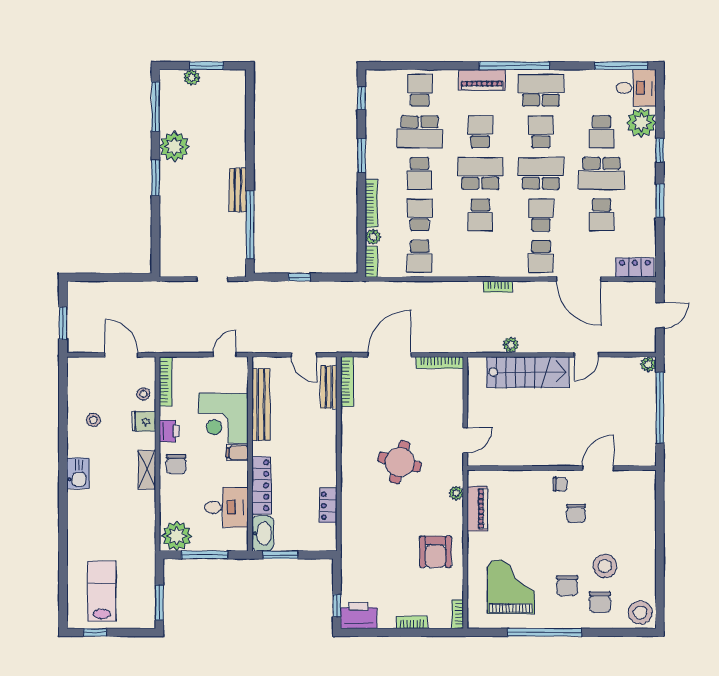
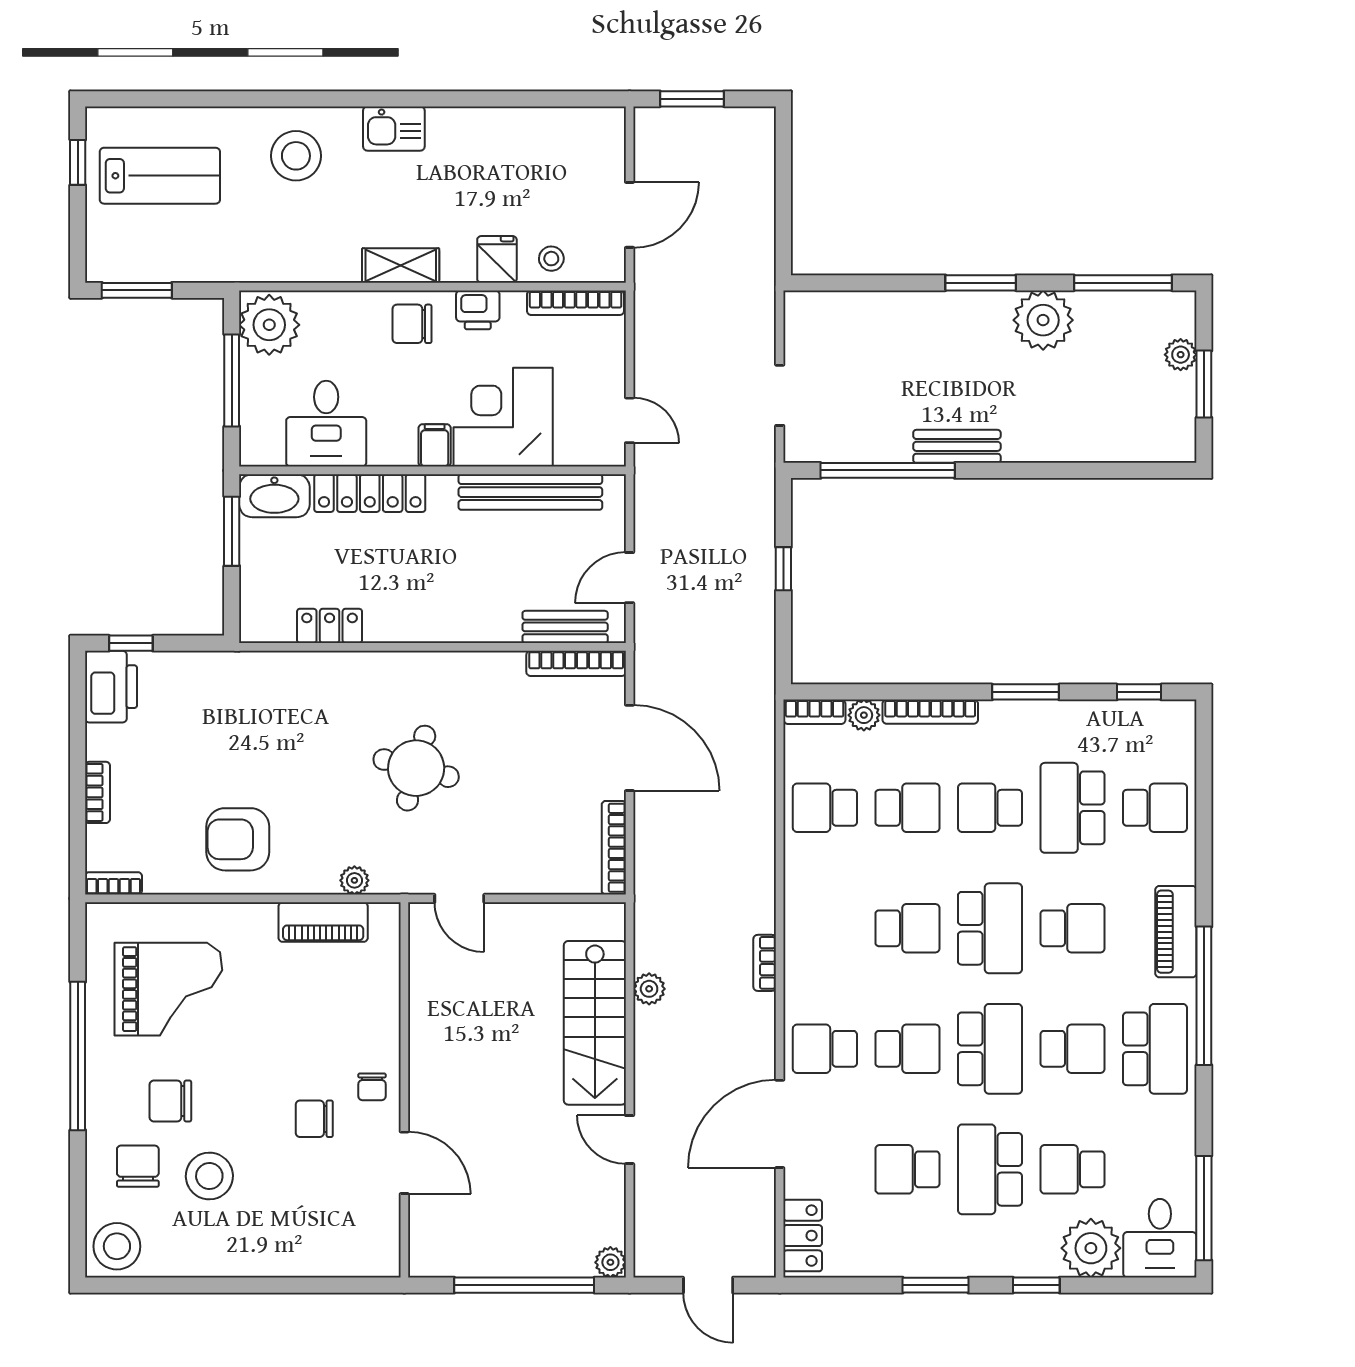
school desk: (480, 215) -> (907, 928), turned 180
stool: (93, 420) -> (296, 156), moved, width x1.89, depth x1.89
chair: (600, 602) -> (138, 1166), turned 90

